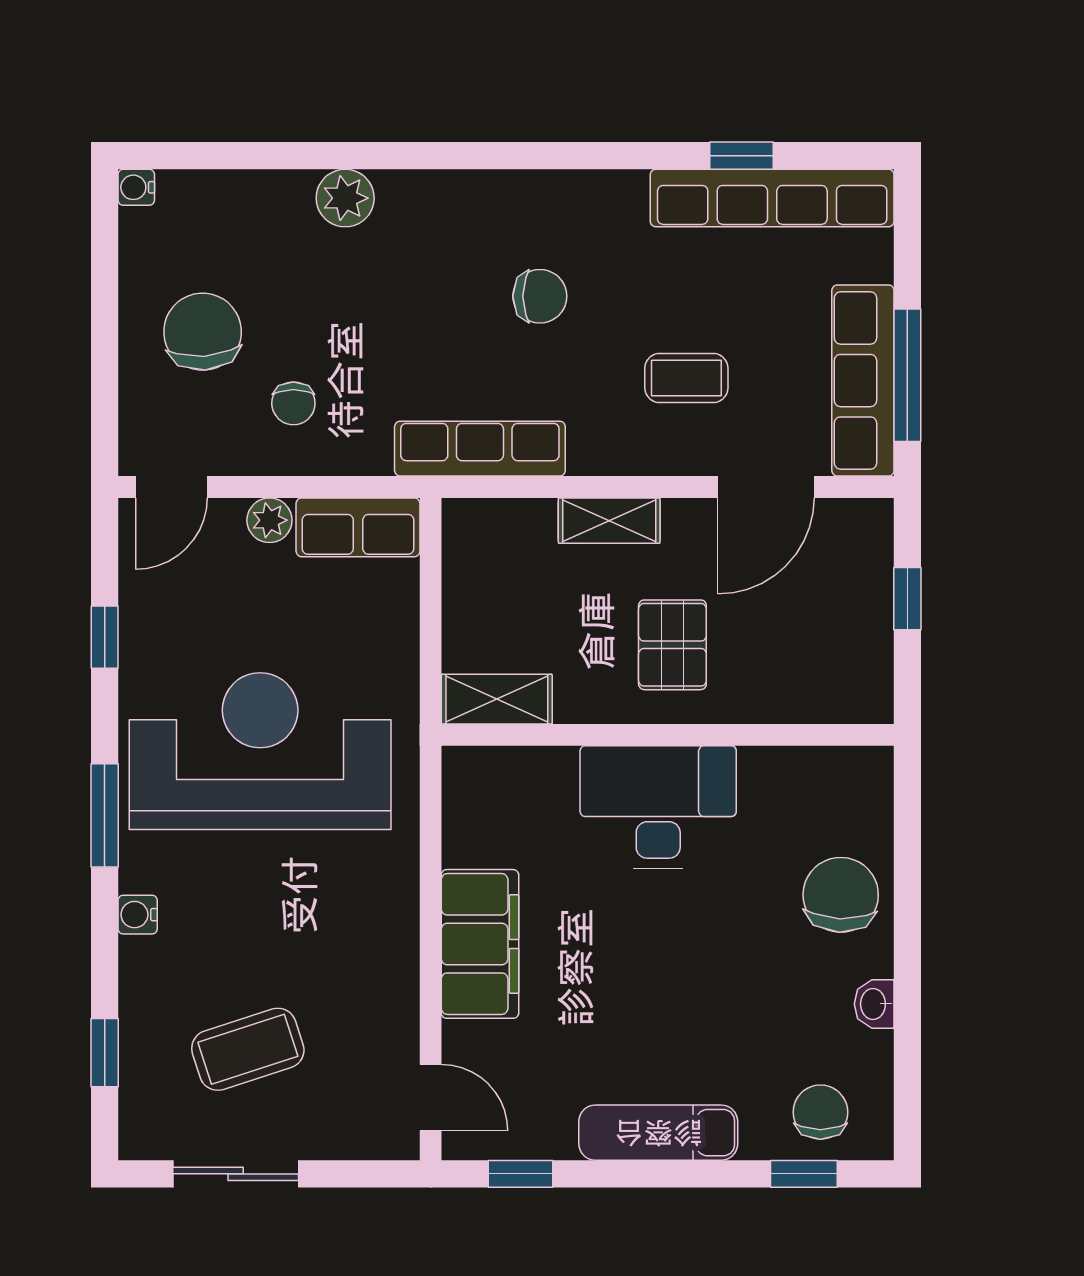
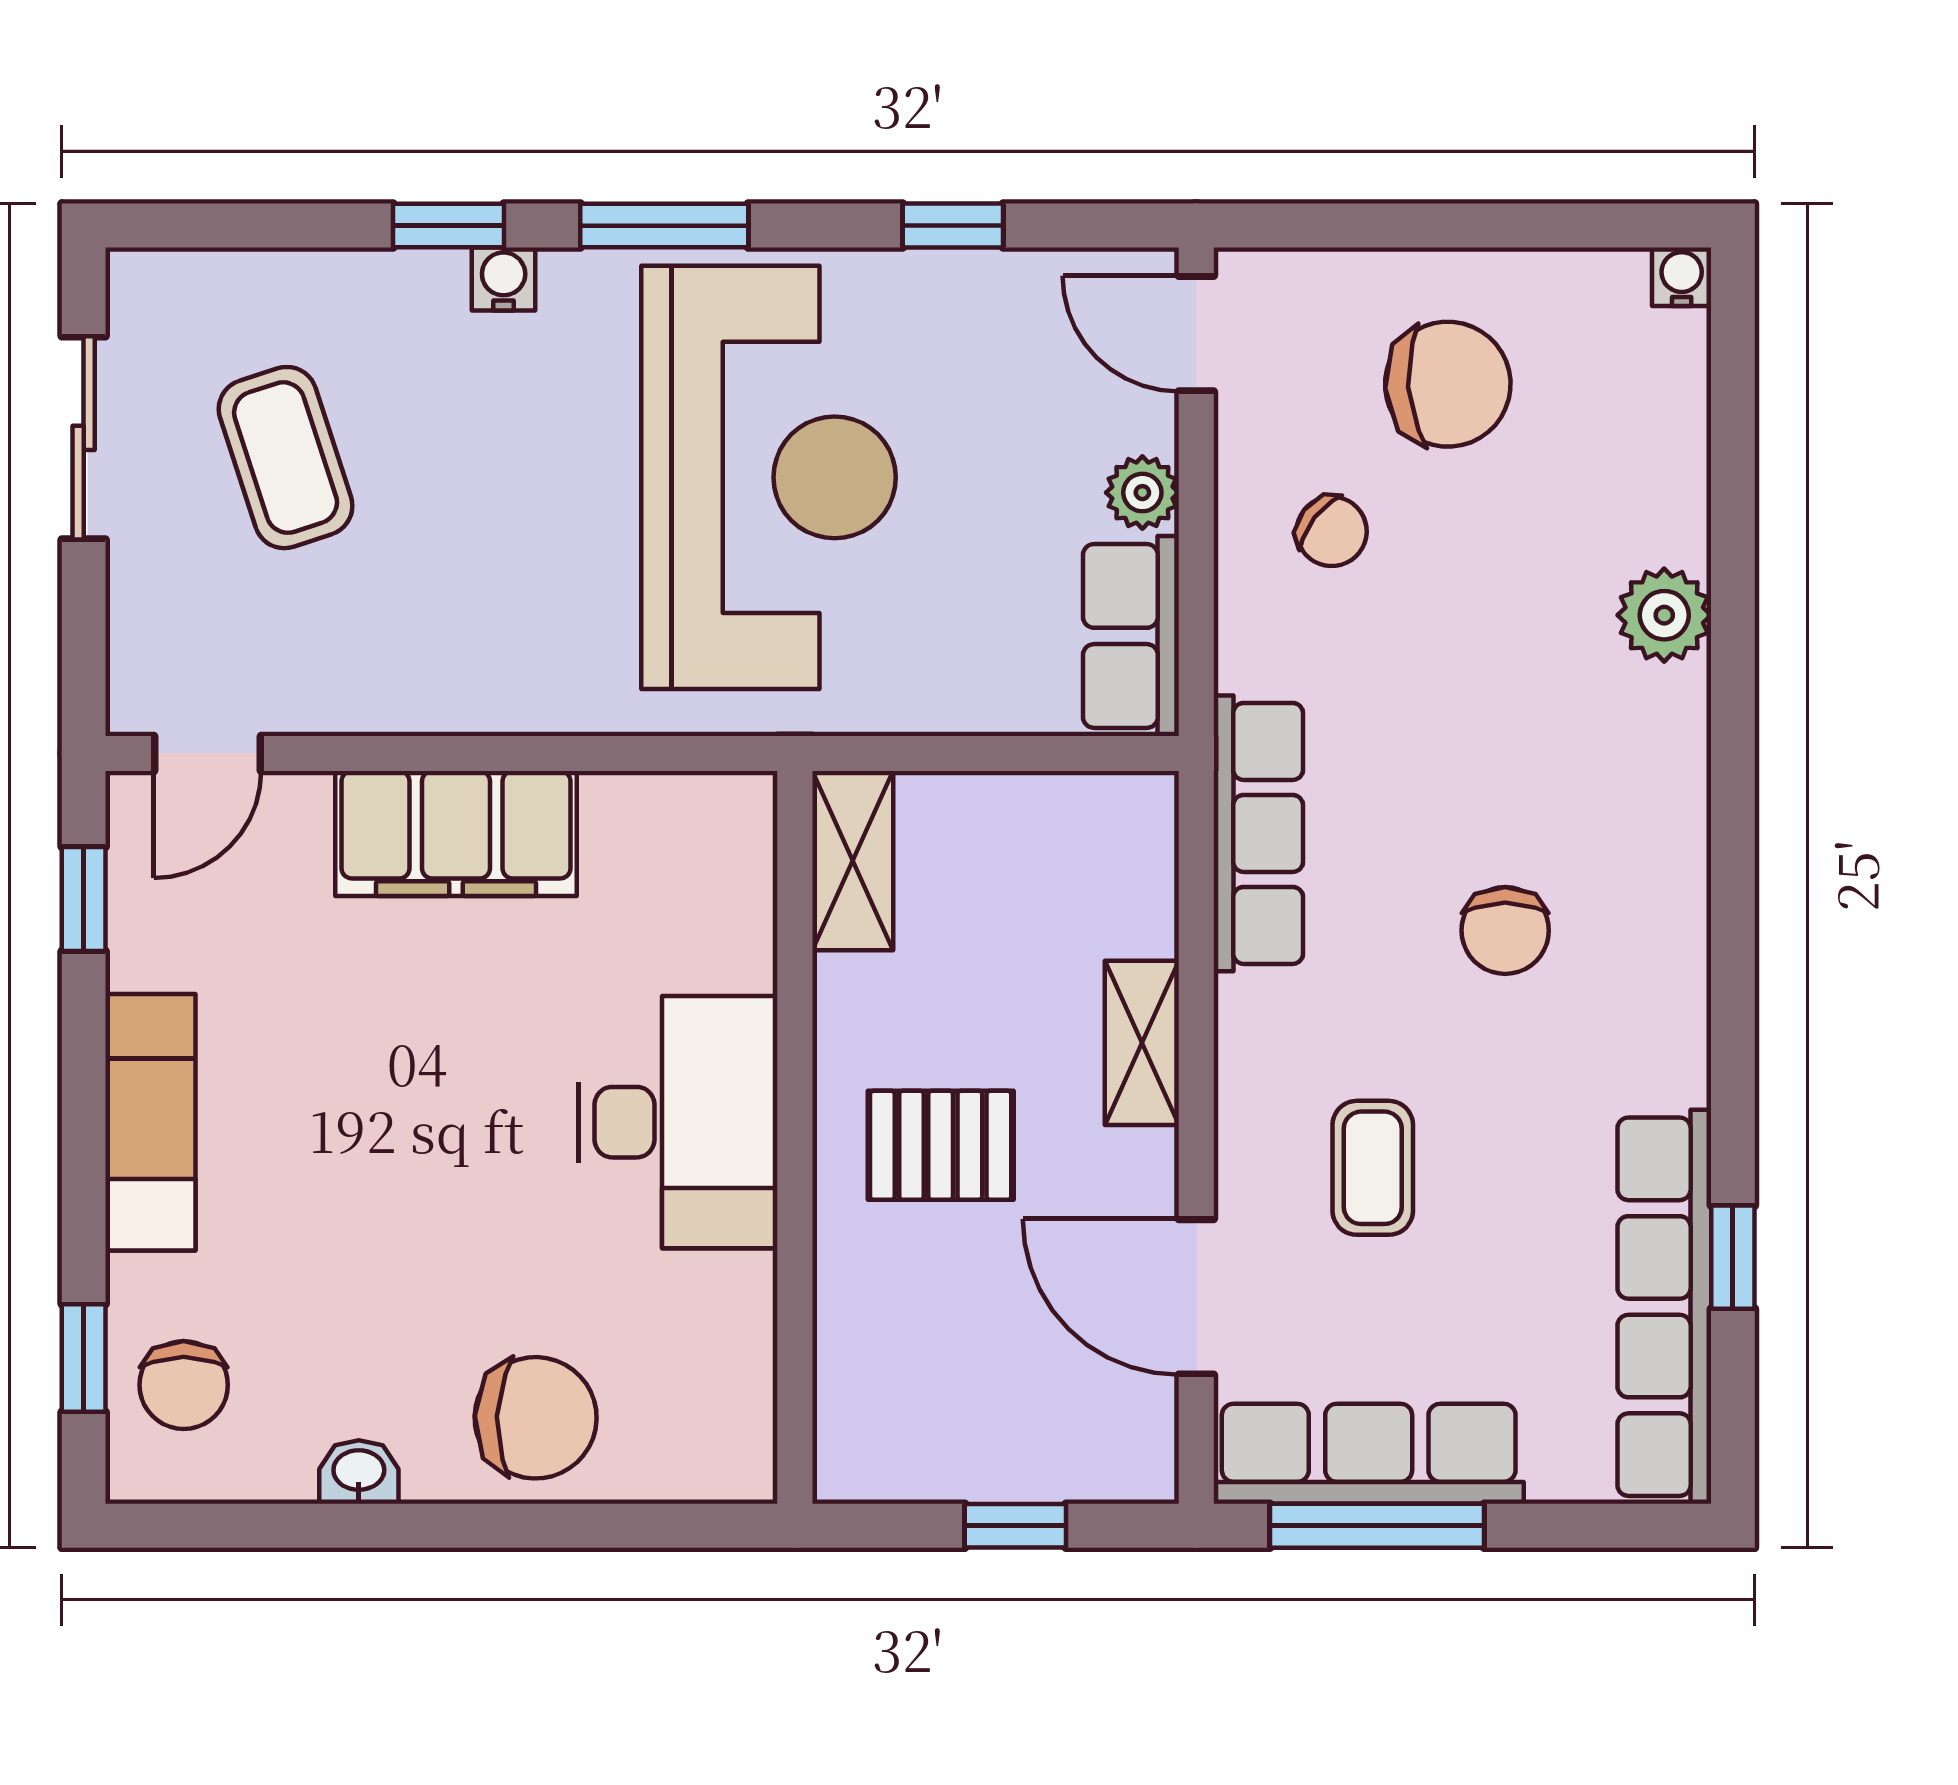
chair: (293, 403) -> (1332, 531), turned -142
window: (105, 1053) -> (448, 226), moved
chair: (820, 1112) -> (184, 1385), turned 90

